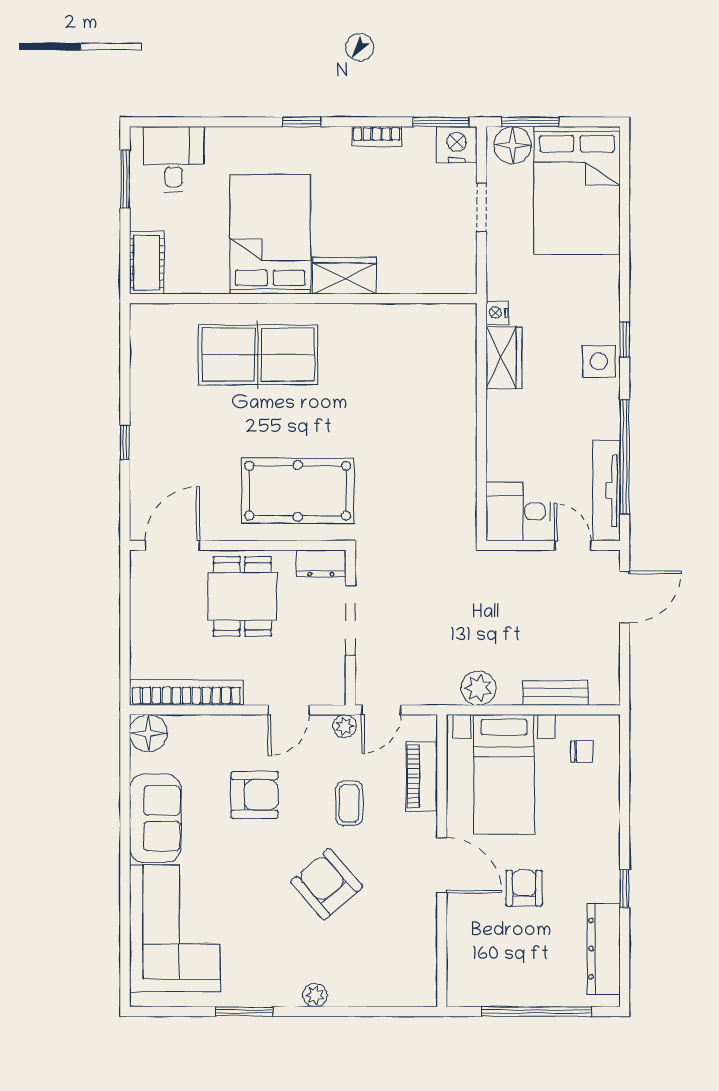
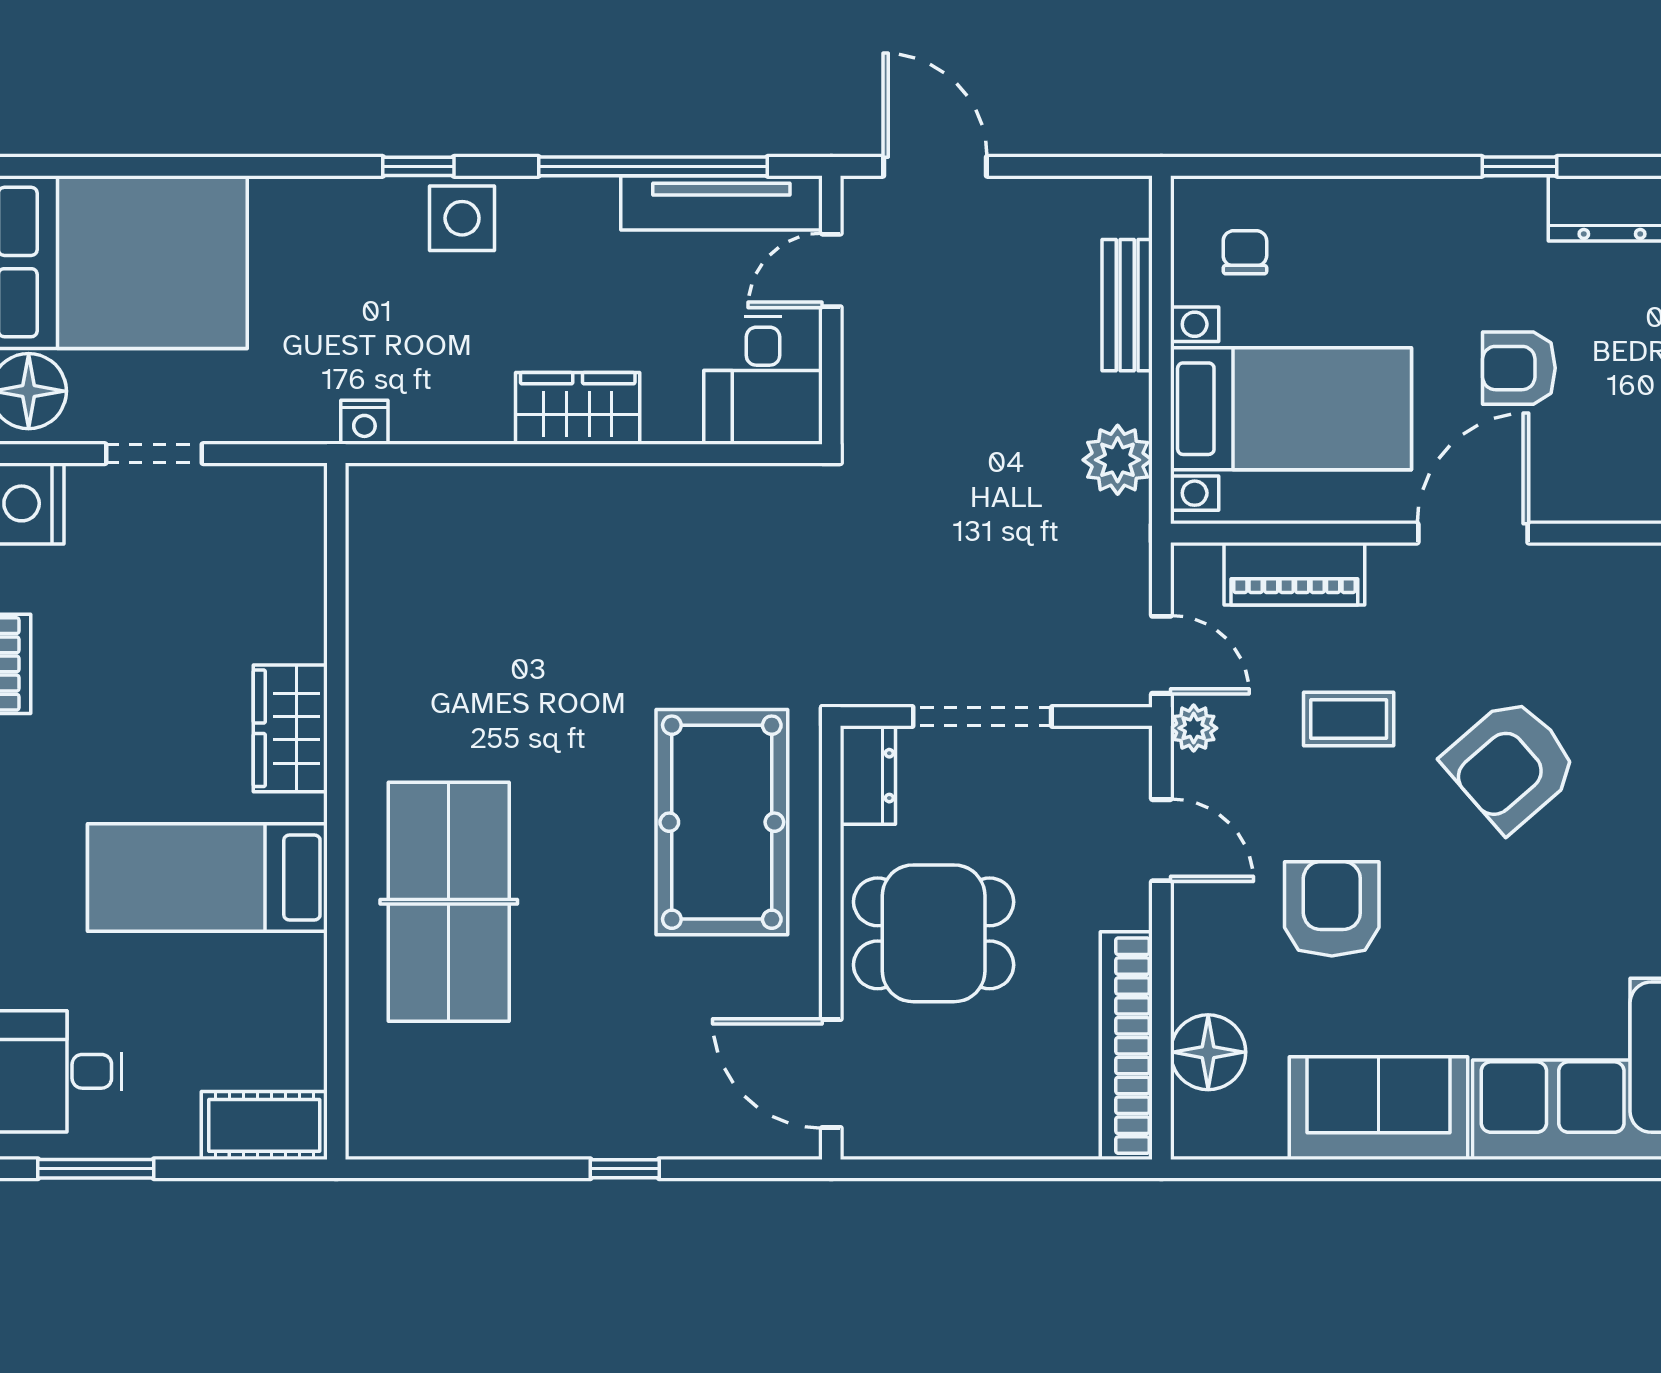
bed: (270, 234) -> (207, 877), width x0.67
wardrobe: (504, 358) -> (578, 408), moved
floor lamp: (148, 733) -> (1208, 1052), moved

